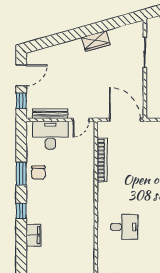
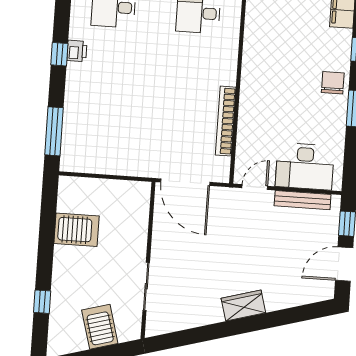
wardrobe: (96, 41) -> (243, 306), moved
chair: (38, 173) -> (333, 83), moved

